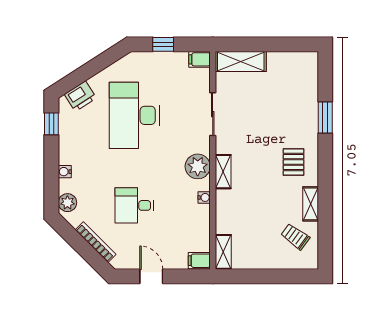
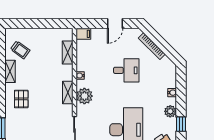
plant: (67, 203) -> (170, 111), moved
shelving: (223, 252) -> (68, 52), moved
door: (151, 276) -> (115, 24), hinge flipped

